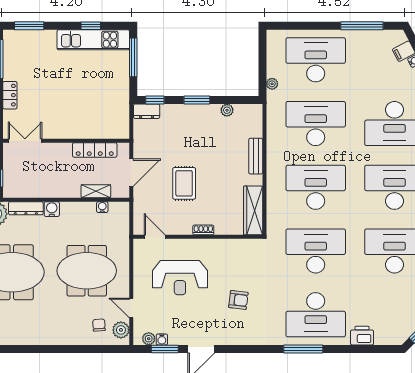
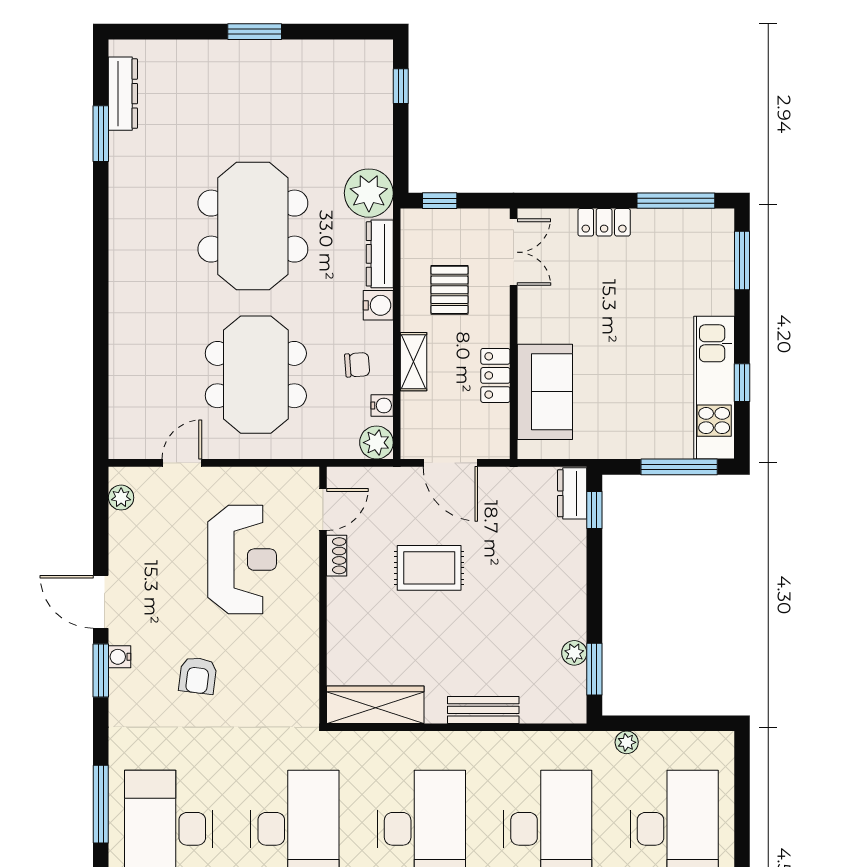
window: (197, 100) -> (594, 669), moved
sofa: (95, 125) -> (545, 392), added
locker: (95, 150) -> (495, 375), width x0.66
pallet: (44, 173) -> (449, 290), added
shelving: (96, 191) -> (414, 362), moved
shoe rack: (203, 230) -> (337, 556), moved
reception desk: (180, 278) -> (242, 560), turned 180
chair: (99, 325) -> (357, 365), moved
plant: (121, 330) -> (376, 443), moved
water cooler: (162, 339) -> (120, 657), moved
window: (165, 349) -> (101, 671), moved

